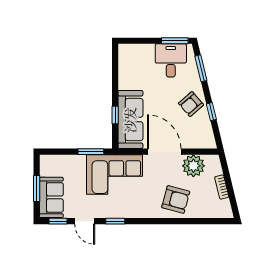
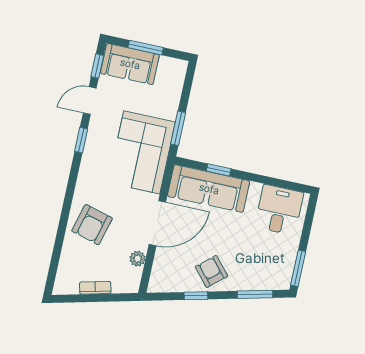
desk: (171, 60) -> (279, 210), moved, turned -90
plant: (193, 166) -> (138, 259), width x0.53, depth x0.53

